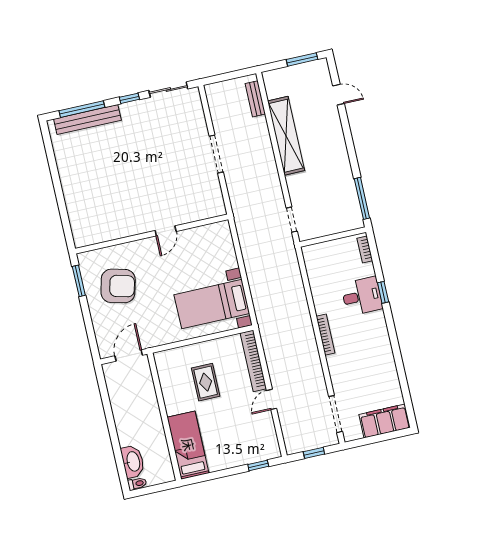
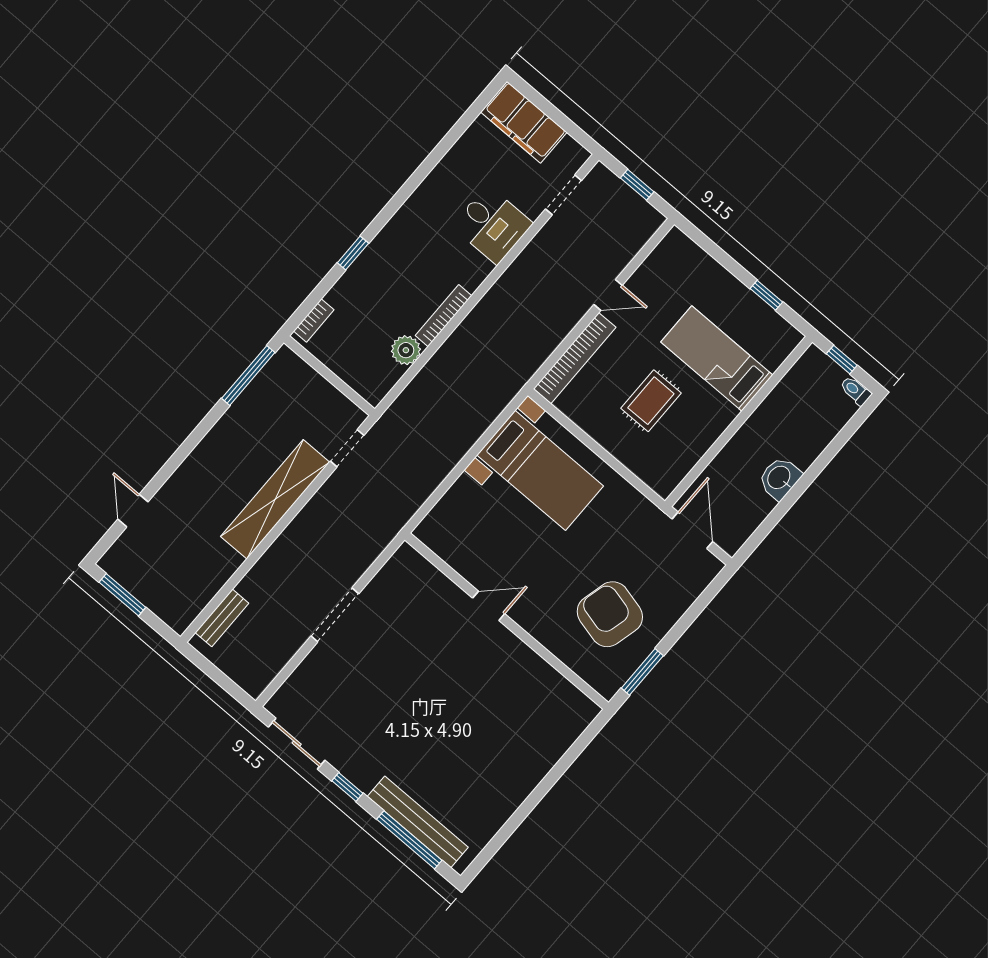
shelving: (286, 136) -> (275, 499), moved
plant: (318, 283) -> (406, 350), added
desk: (362, 296) -> (492, 225), moved, turned 180
bookcase: (325, 335) -> (444, 316), moved
door: (129, 356) -> (692, 530), swing flipped
doorway: (336, 414) -> (564, 195), width x0.73
bed: (188, 445) -> (717, 359), moved, turned 90
washbasin: (133, 462) -> (780, 478), moved, width x0.72
window: (258, 465) -> (766, 295), moved
window: (157, 488) -> (842, 360), added

